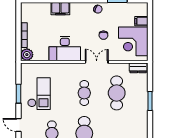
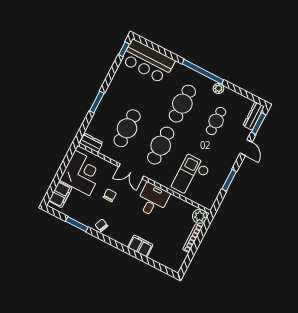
filing cabinet: (141, 21) -> (60, 195), width x2.00
desk: (65, 48) -> (153, 200), width x0.73
cafe table: (84, 93) -> (161, 146), width x1.37, depth x1.35
checkout: (39, 94) -> (191, 176), moved

